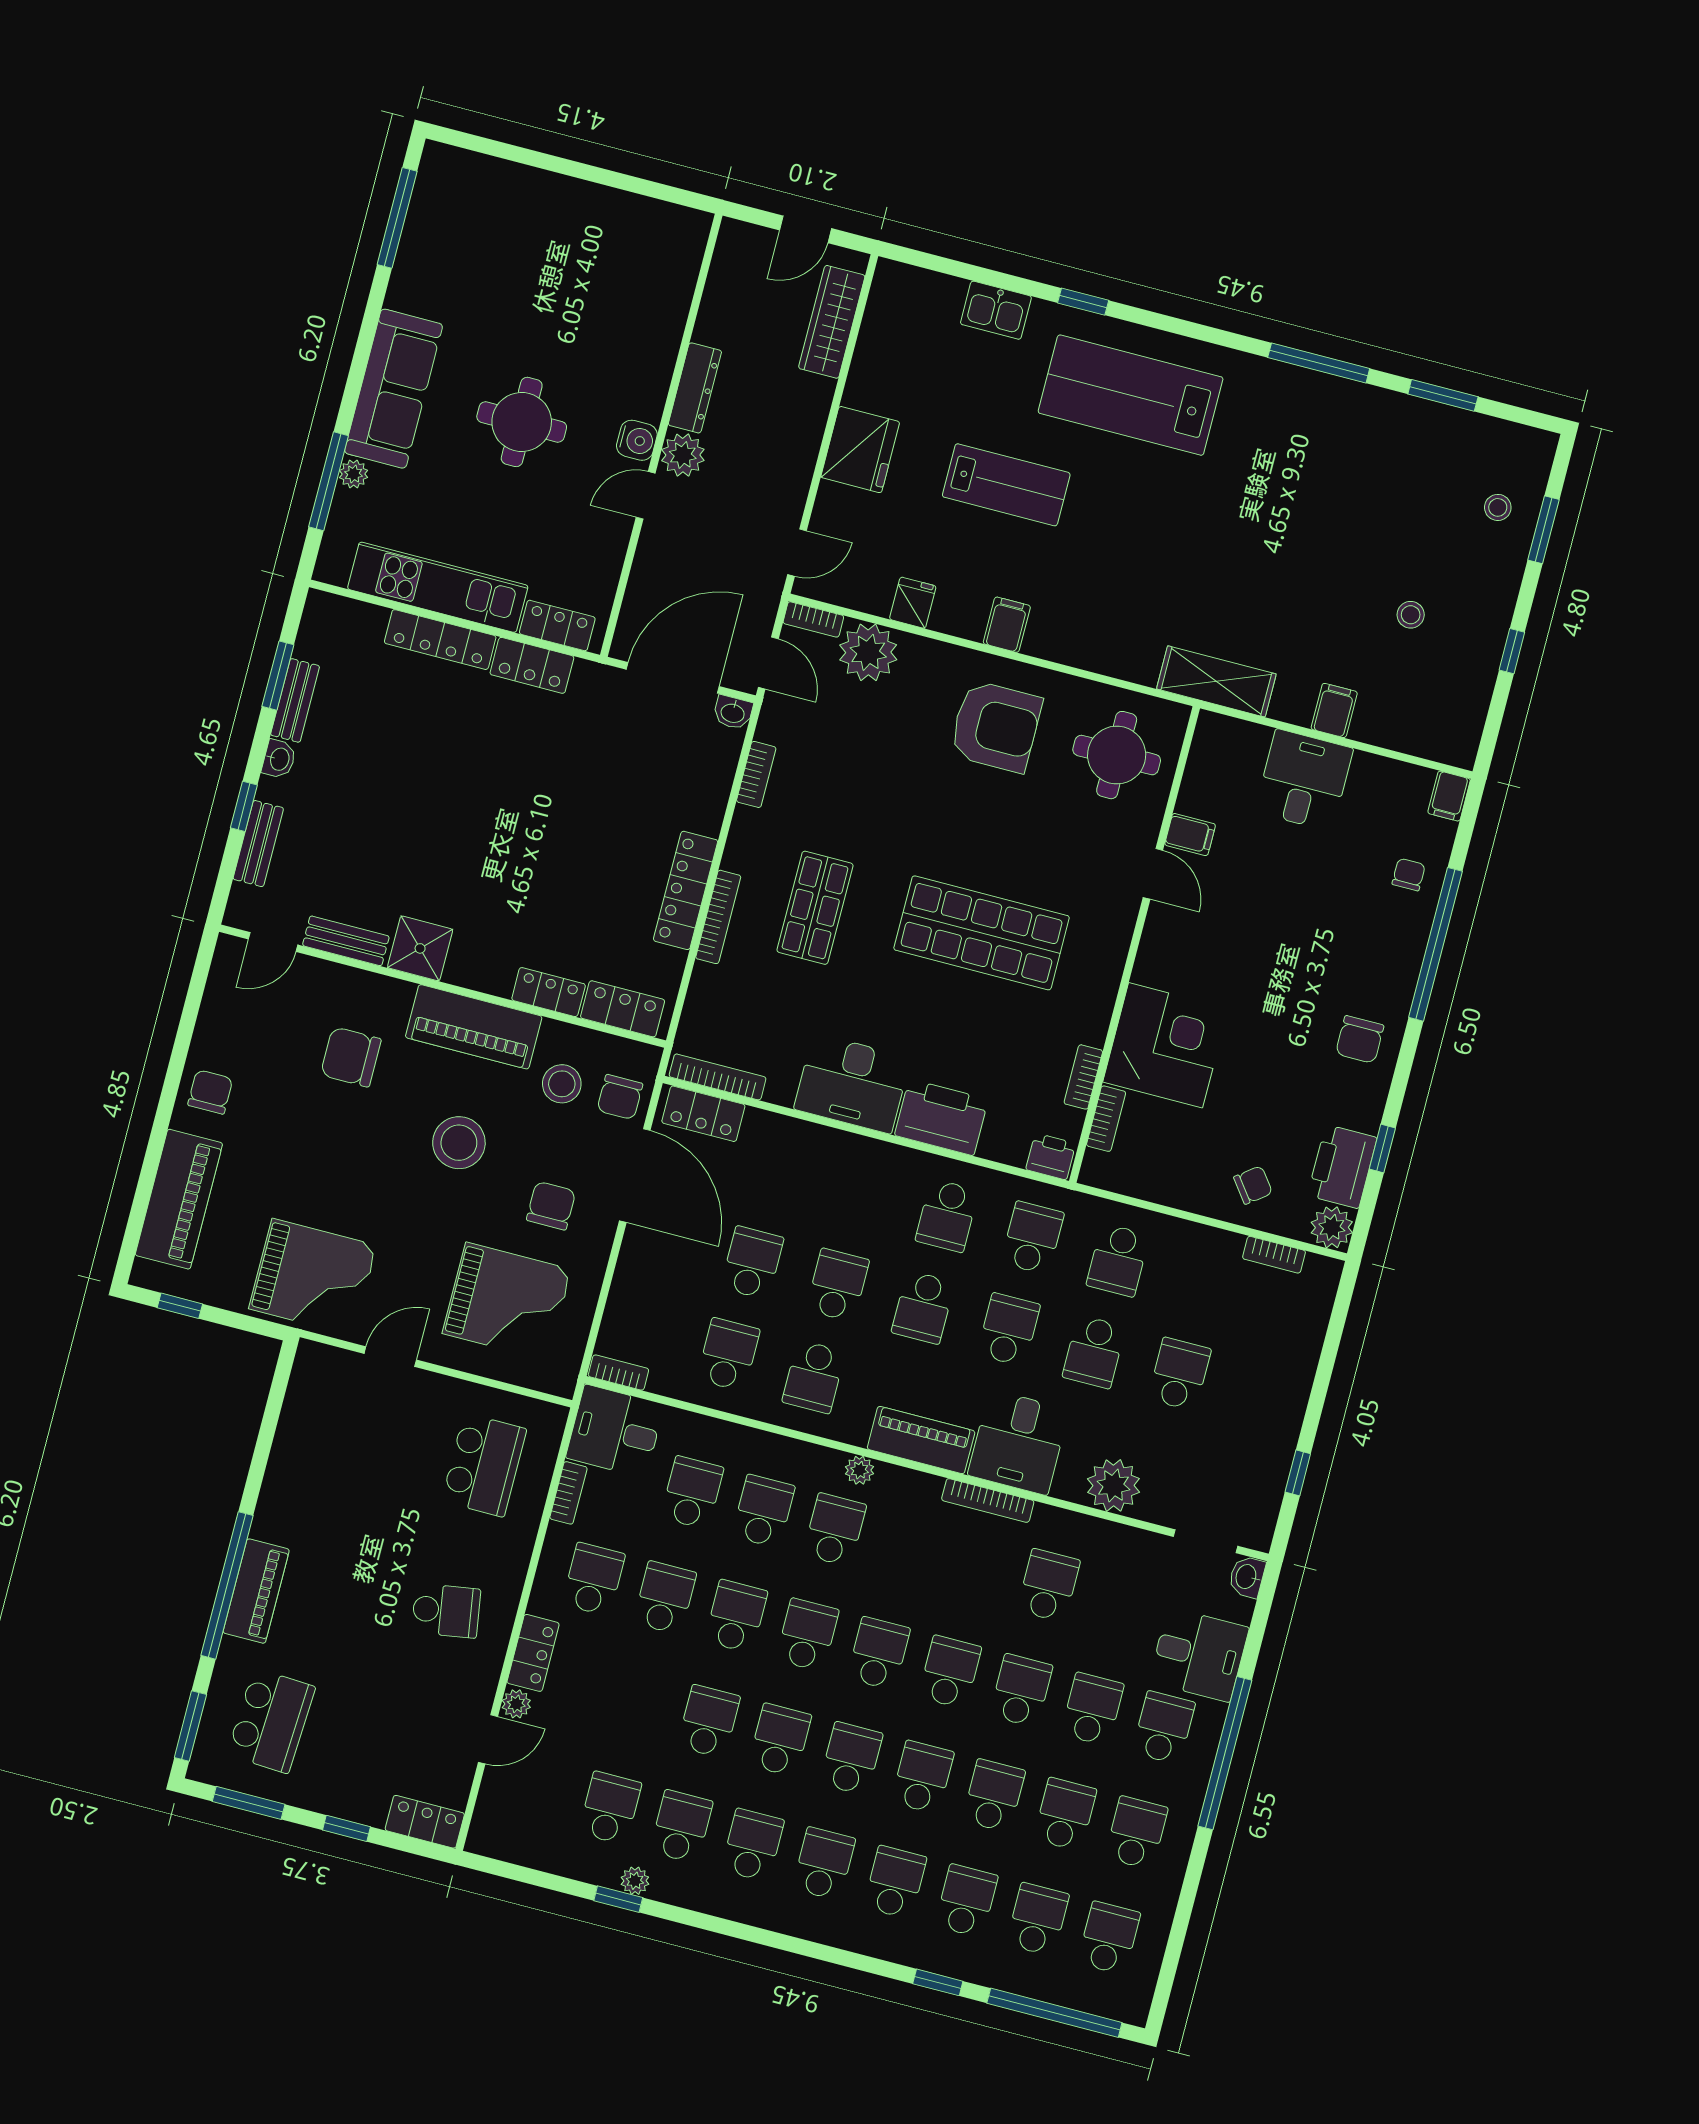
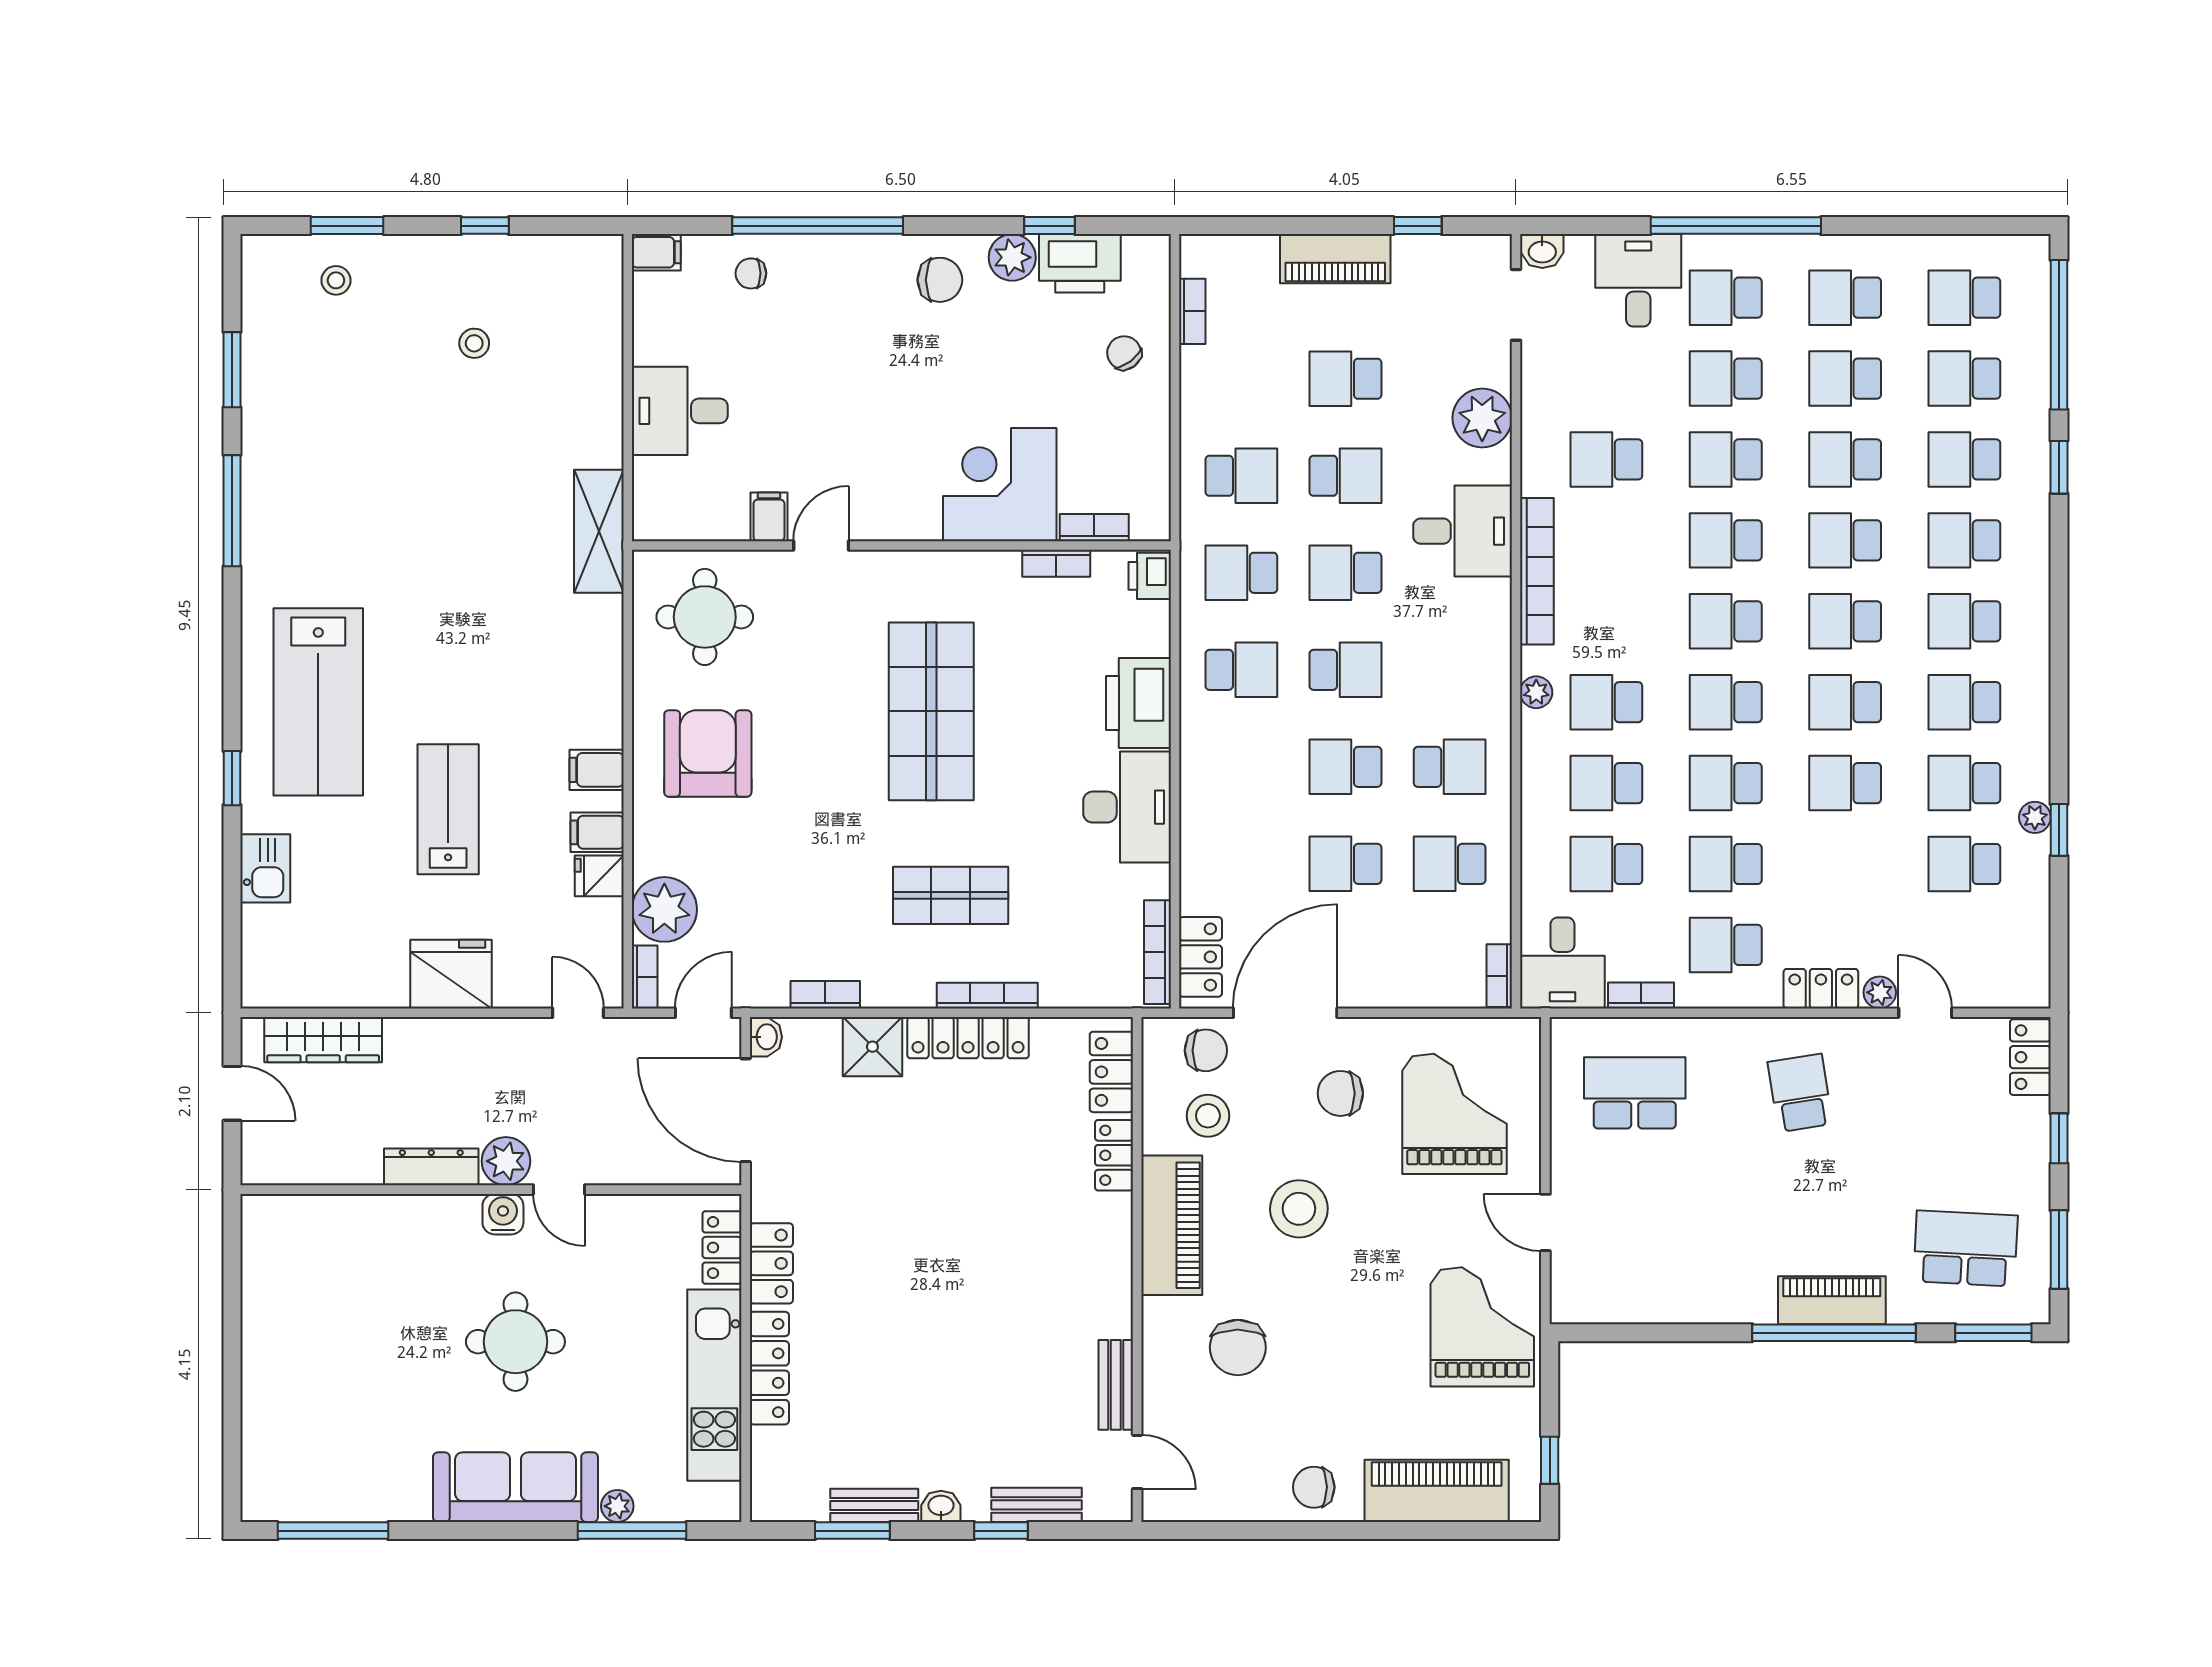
filing cabinet: (1334, 710) -> (597, 832), moved
shower: (420, 948) -> (872, 1047), moved
plant: (1332, 1227) -> (1012, 257), moved
piano: (921, 1440) -> (1335, 259), moved, turned -90
bookcase: (988, 1500) -> (1537, 571), width x1.48, depth x1.31

